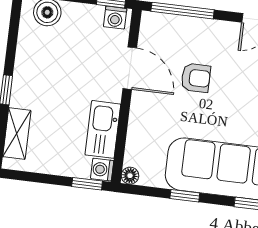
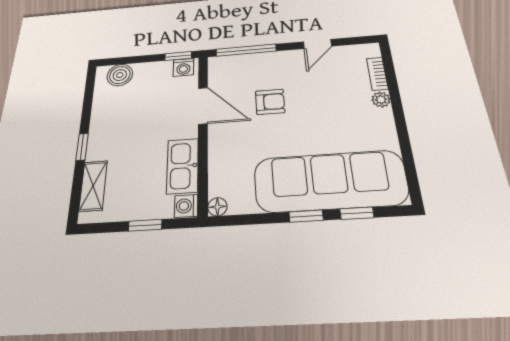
window: (87, 184) -> (145, 225), moved
window: (185, 196) -> (306, 216), moved

